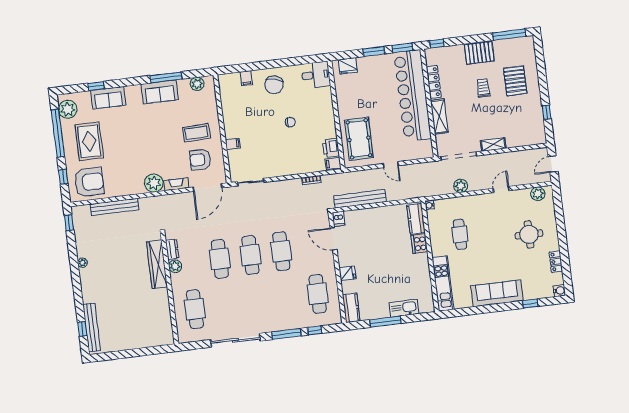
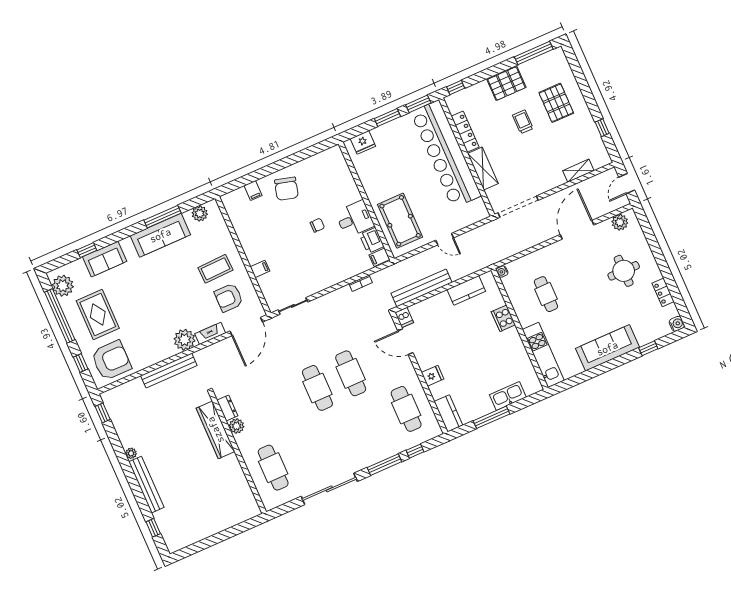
desk: (316, 75) -> (355, 219), moved
sofa: (160, 92) -> (160, 235), width x1.36
shelving: (493, 144) -> (578, 171), moved
plant: (461, 186) -> (530, 239), removed
door: (501, 189) -> (577, 230), width x1.88
bench: (115, 207) -> (169, 371), moved
kitchen counter: (416, 219) -> (466, 290), moved, turned -90
cafe table: (220, 259) -> (284, 403), removed
bench: (92, 327) -> (146, 485), moved

